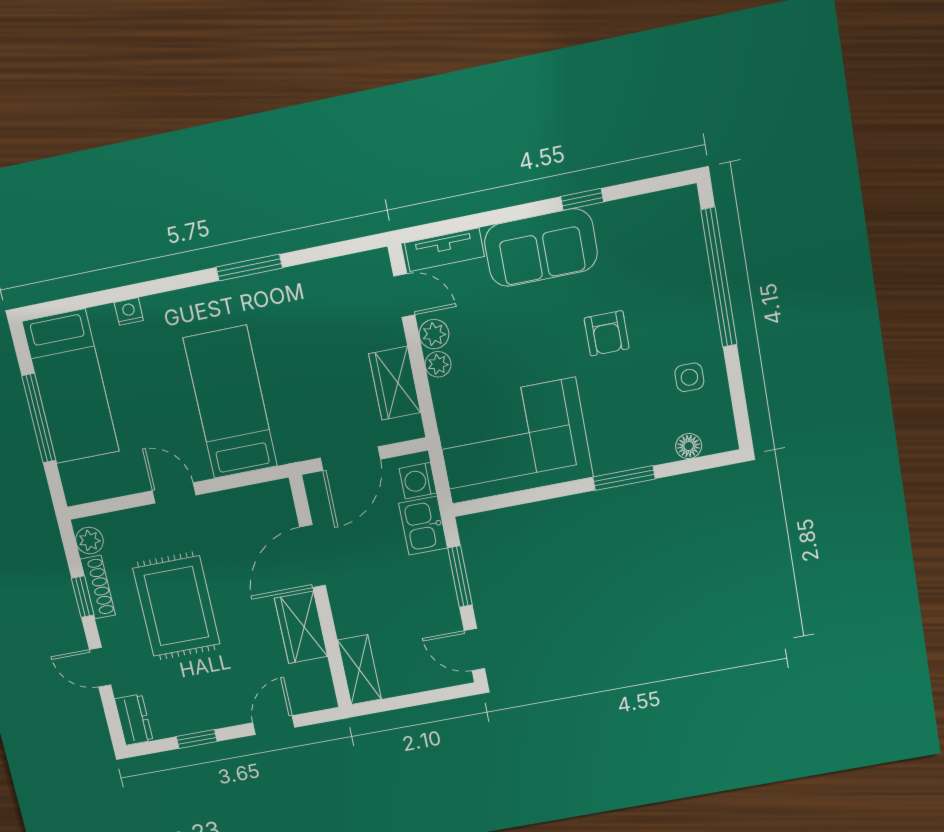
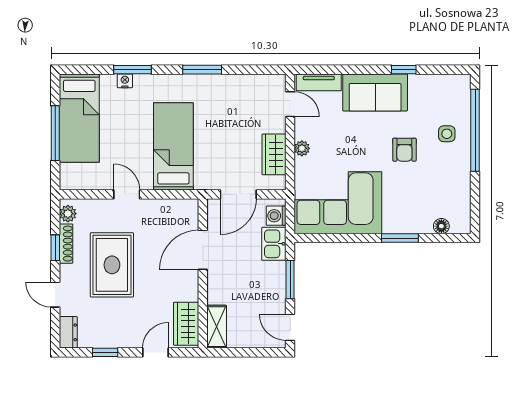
window: (137, 291) -> (132, 70), added
plant: (434, 334) -> (303, 130), removed
side table: (689, 377) -> (447, 134), moved
wardrobe: (301, 627) -> (186, 324), moved

